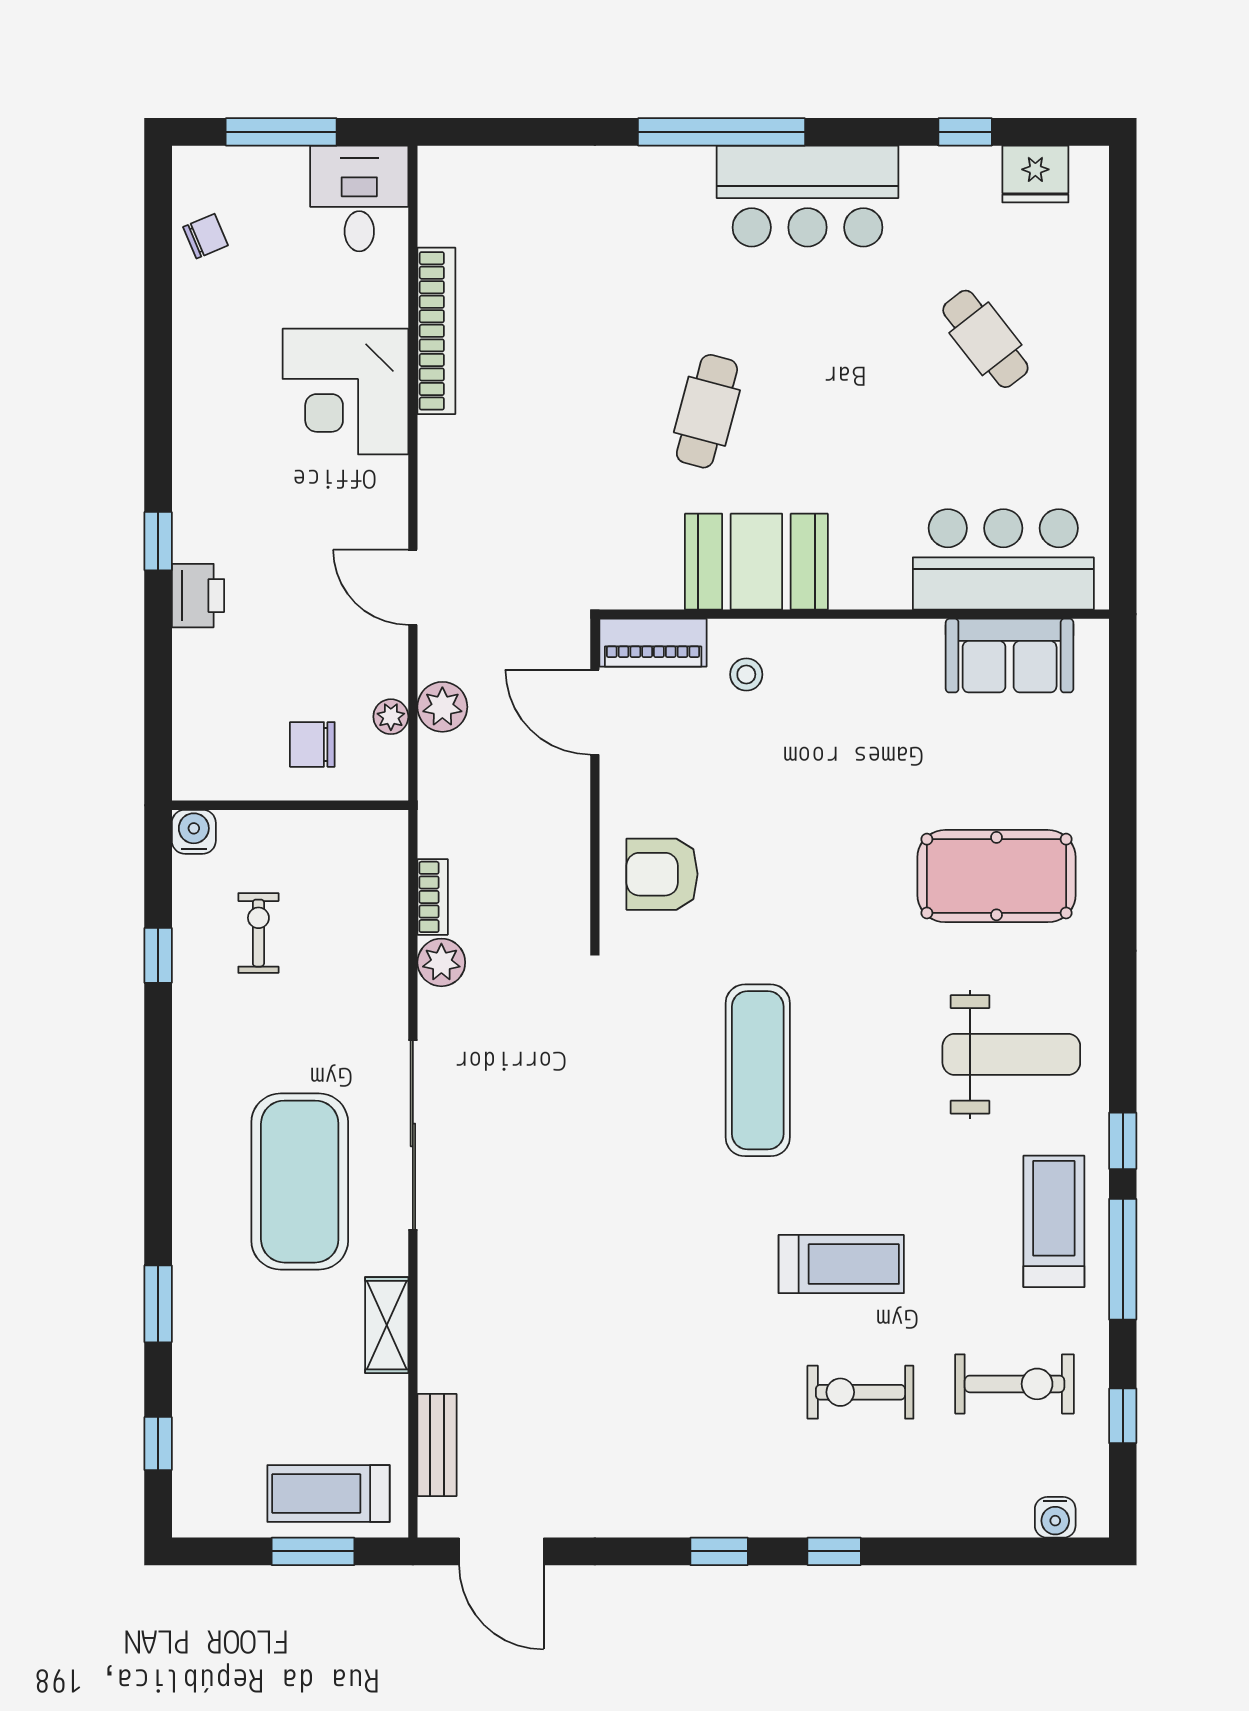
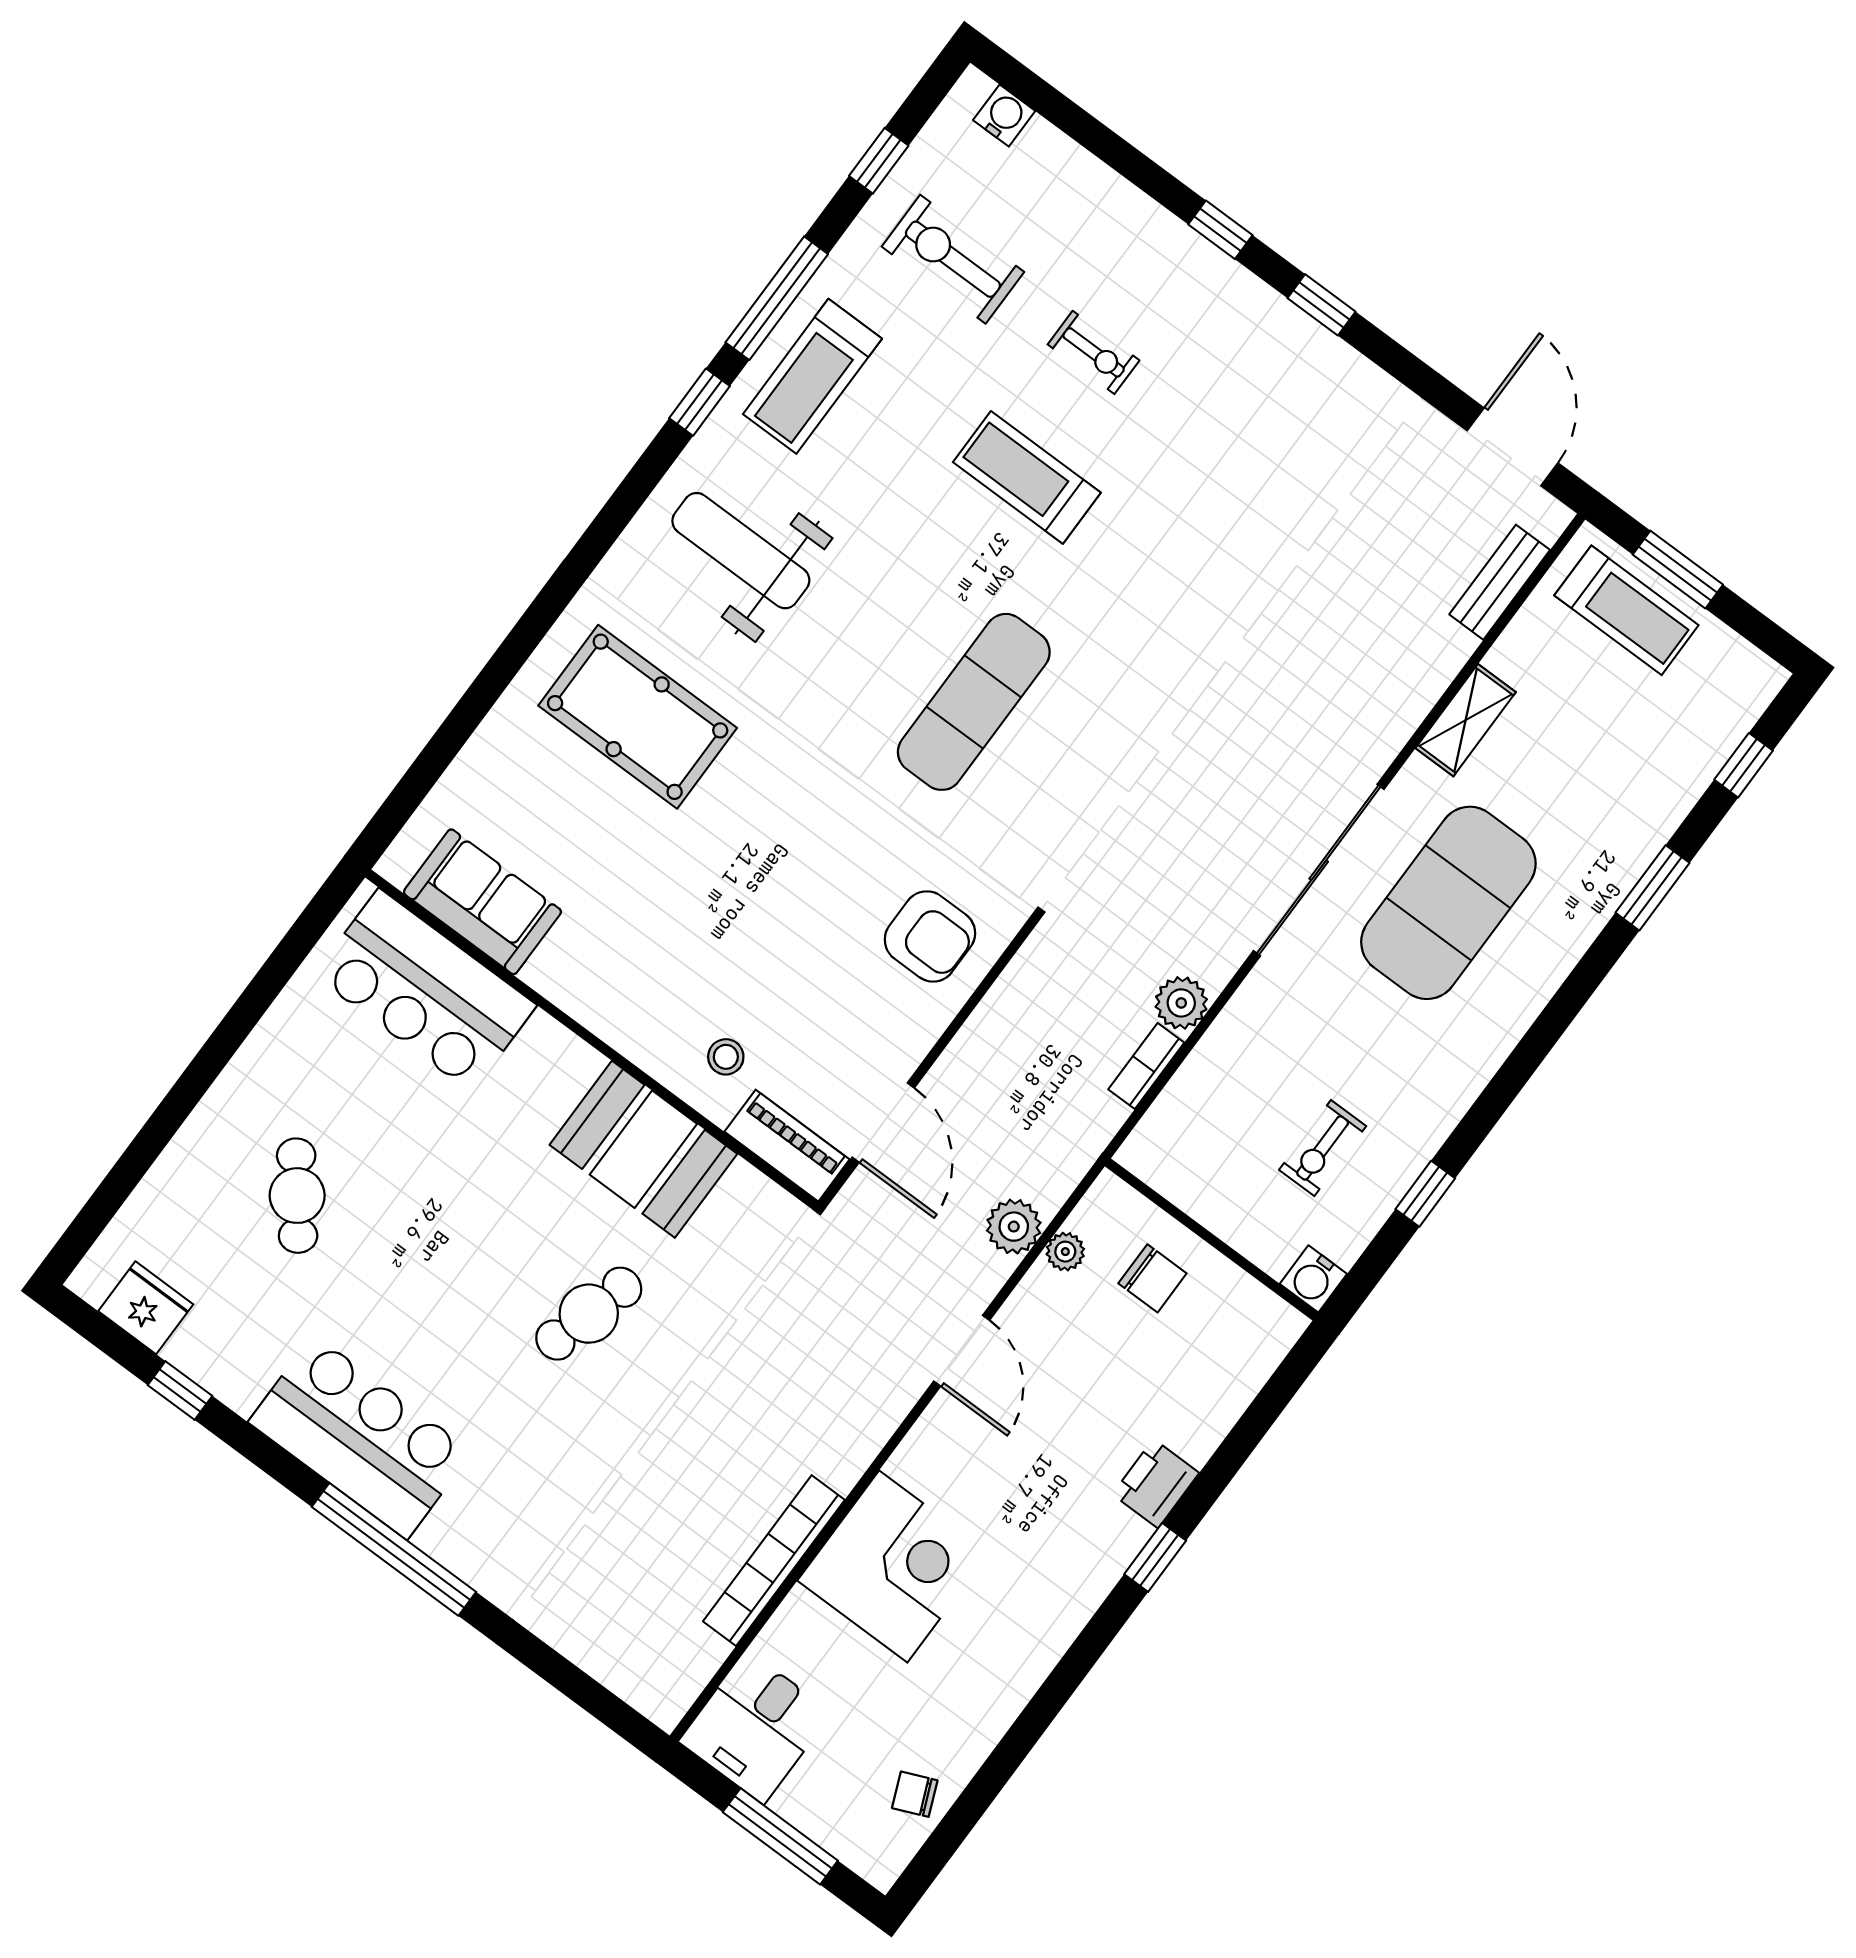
exercise bike: (860, 1392) -> (1094, 352), width x0.73, depth x0.72

